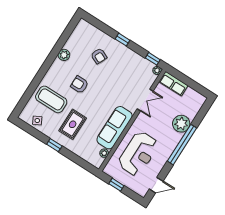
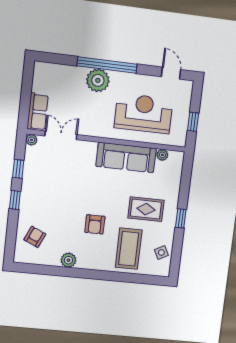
armchair: (99, 56) -> (35, 237), moved
window: (153, 59) -> (18, 169), moved
double door: (145, 100) -> (61, 135), moved
plant: (181, 124) -> (98, 80), moved

